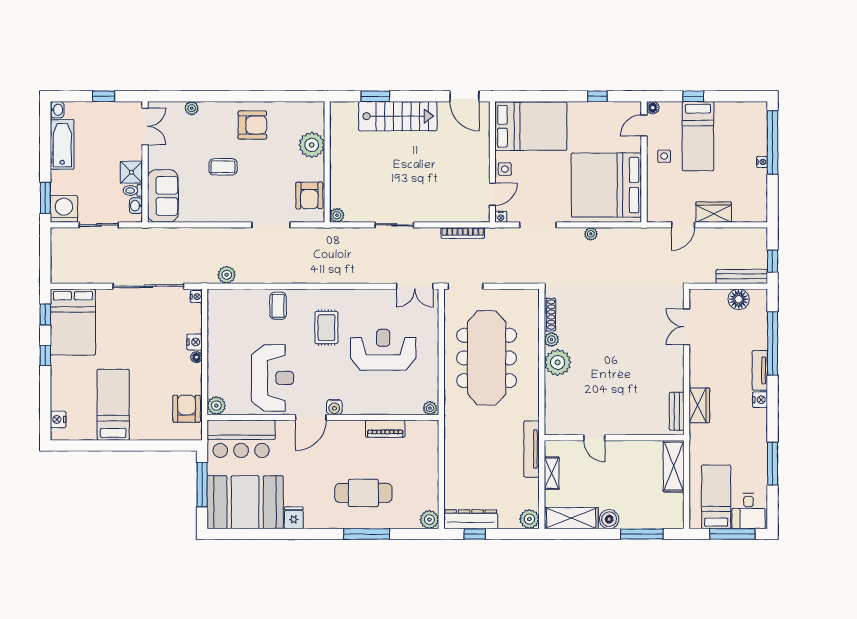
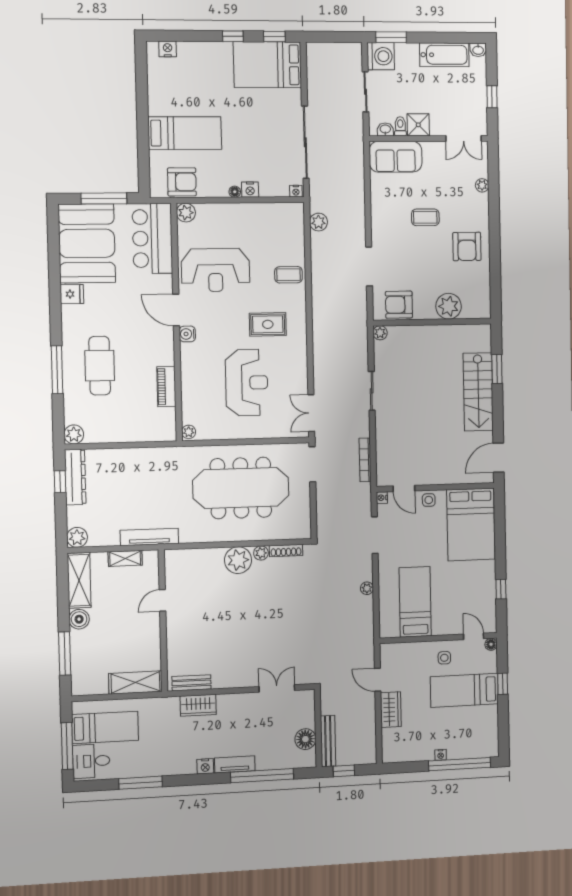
coffee table: (223, 167) -> (425, 217), turned 90
bed: (606, 185) -> (415, 602), width x0.49
bed: (113, 405) -> (185, 133), moved

